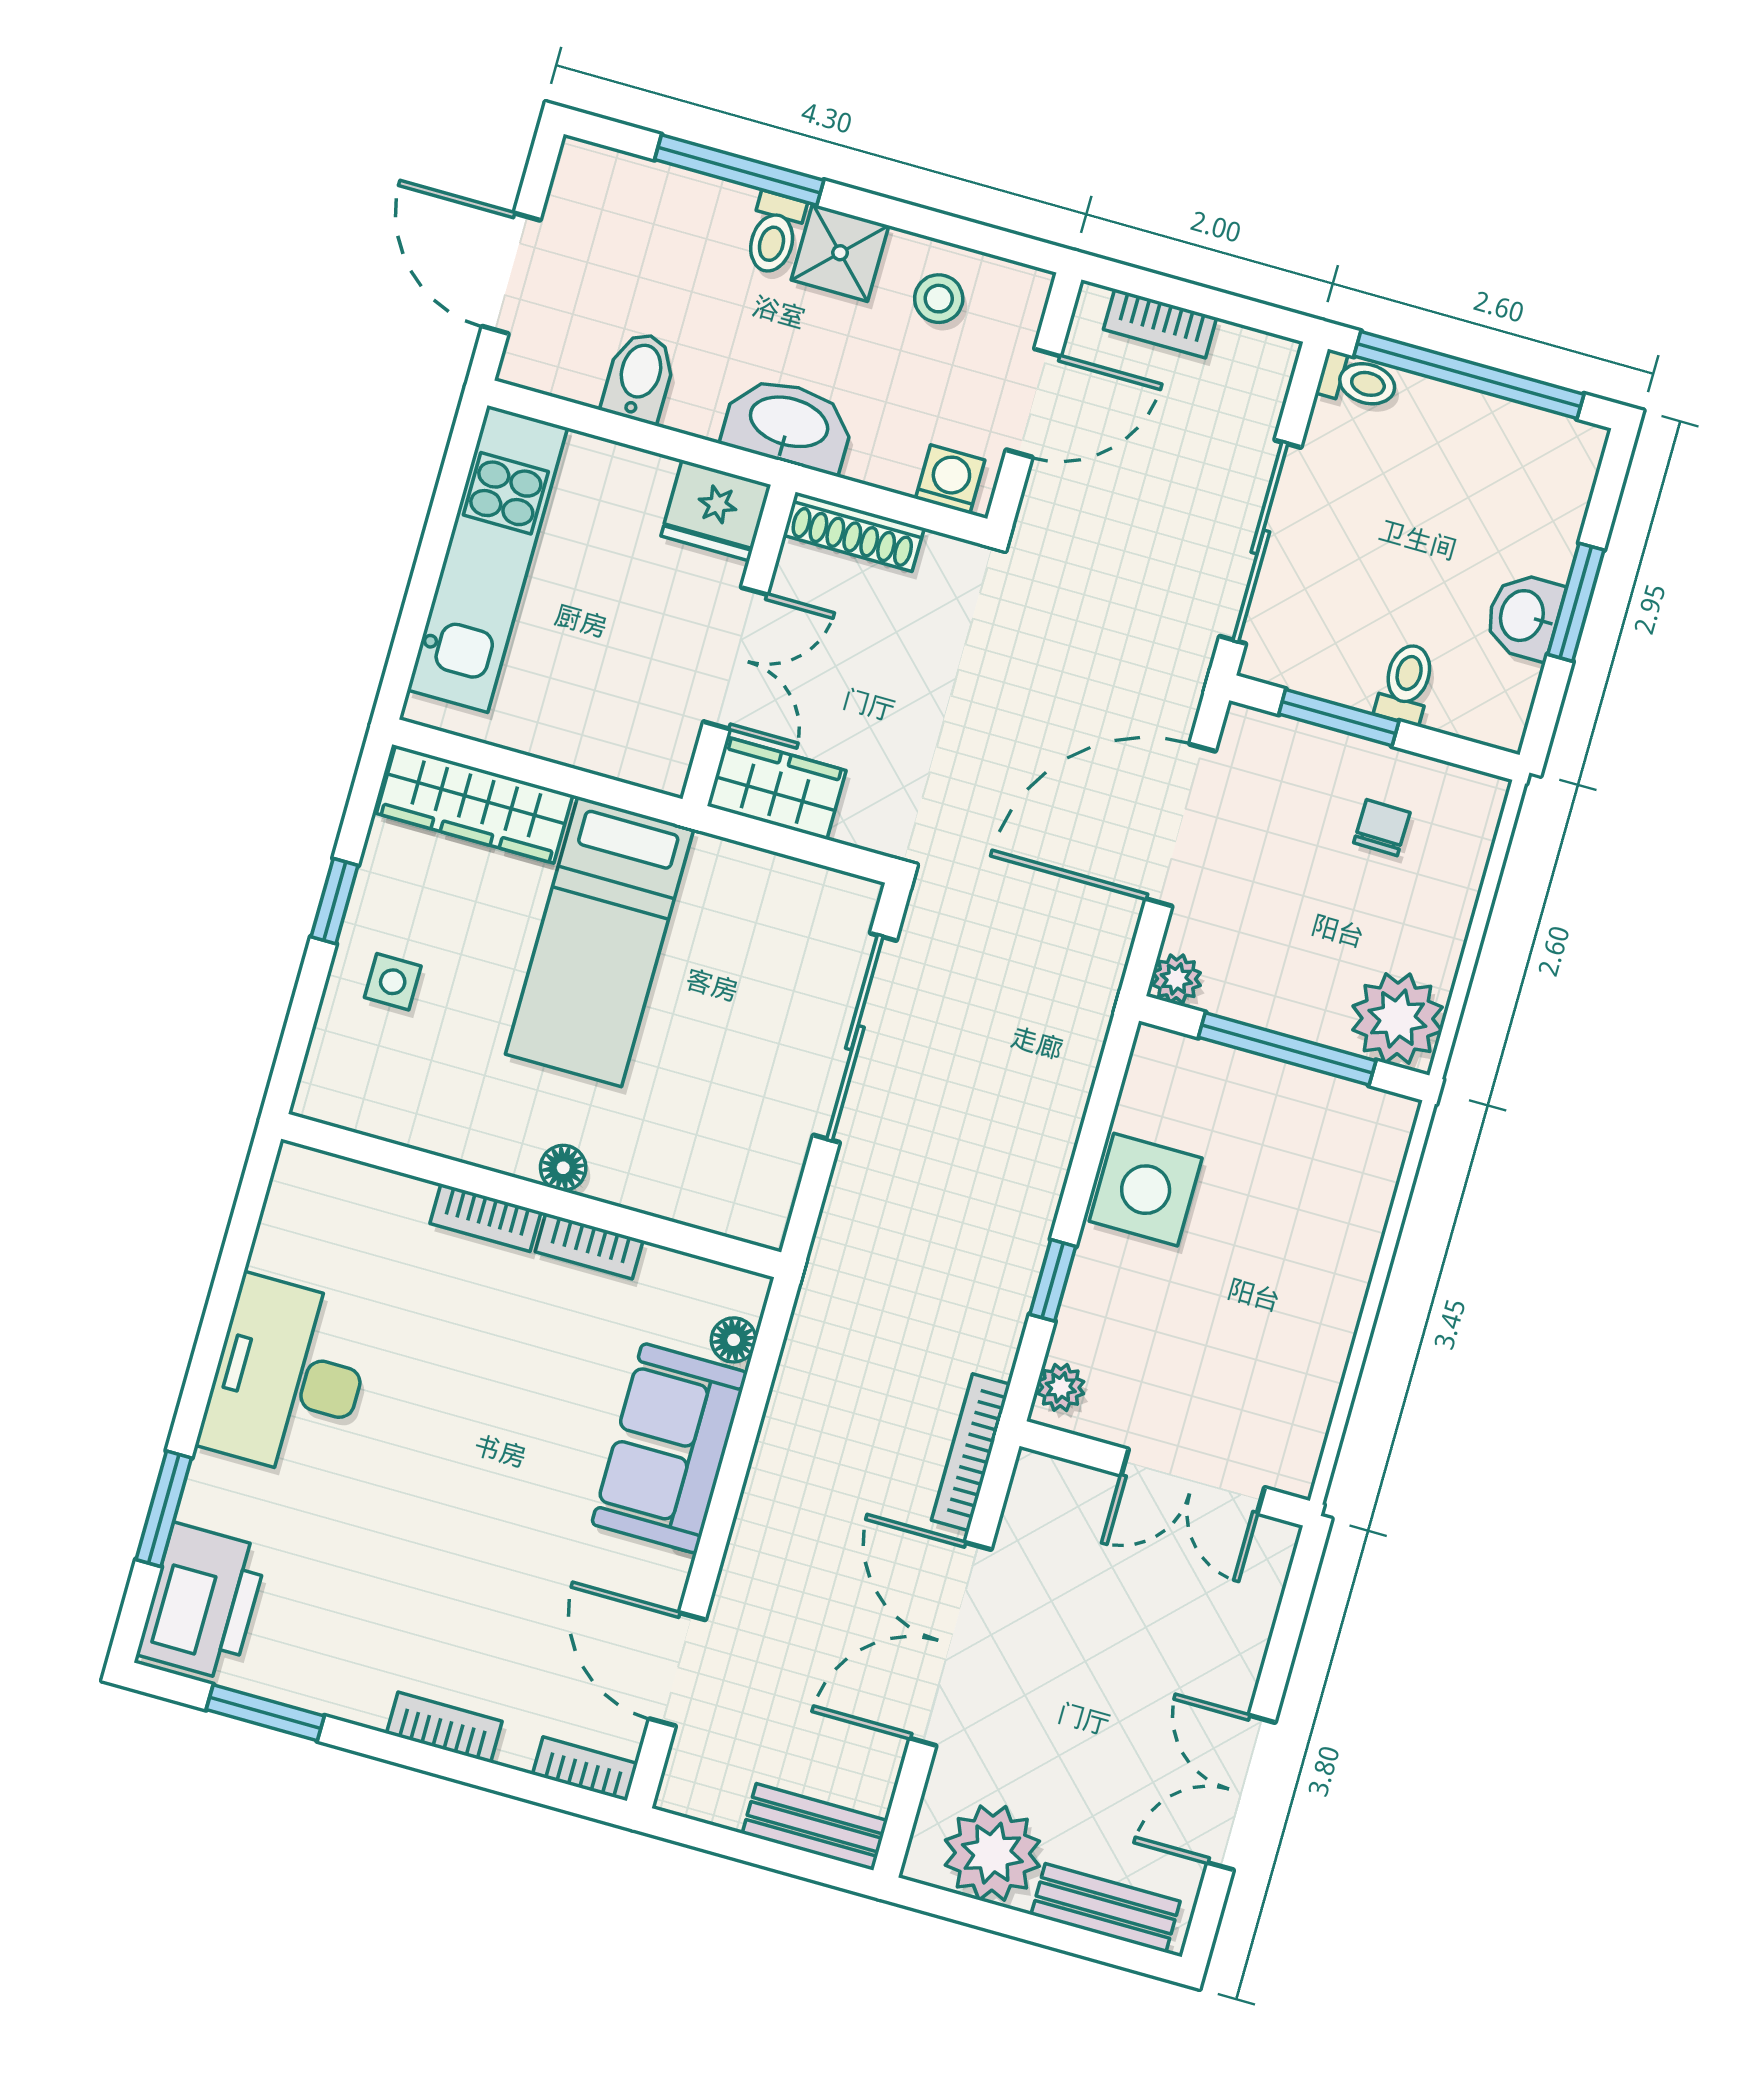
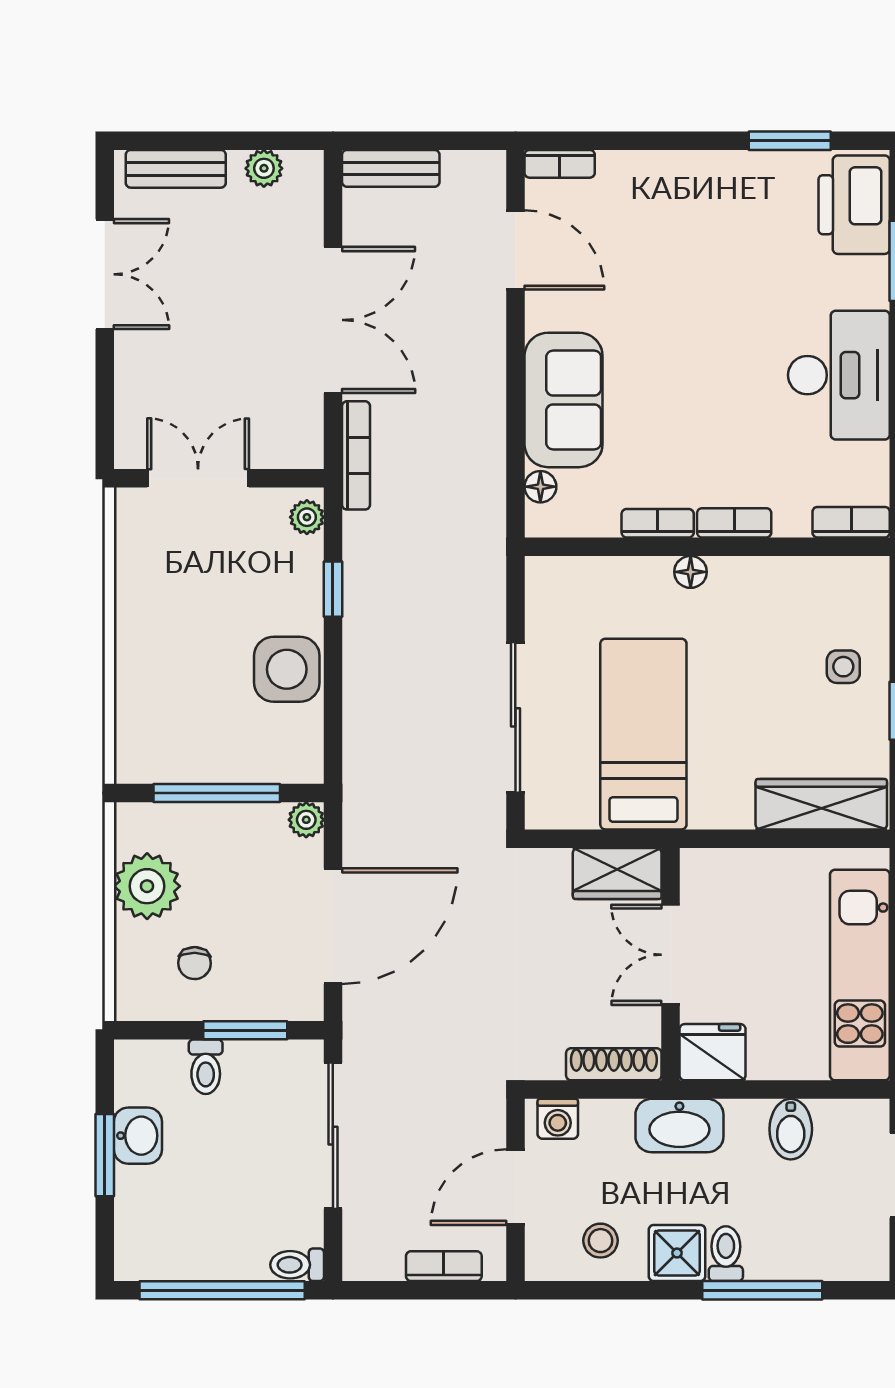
bed: (600, 942) -> (643, 734), moved
plant: (1397, 1018) -> (147, 886), moved
bookcase: (444, 1727) -> (851, 522), moved, turned 180
plant: (992, 1853) -> (264, 168), width x0.53, depth x0.53

